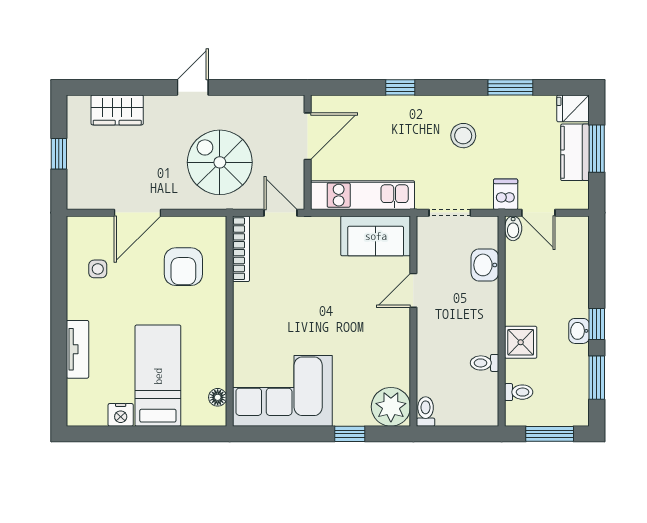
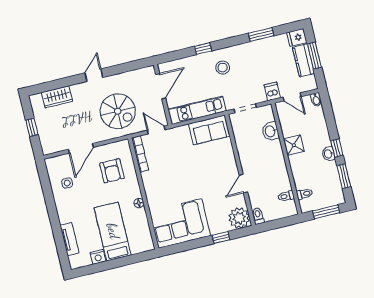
stool: (463, 136) -> (223, 68), moved
spiral stairs: (220, 162) -> (118, 111), turned 180
bidet: (513, 228) -> (316, 100), moved
door: (413, 290) -> (243, 184), moved
shower: (521, 342) -> (294, 145), moved
tv unit: (77, 349) -> (70, 239), moved
toilet: (485, 363) -> (286, 196), moved
floor lamp: (218, 397) -> (139, 203), moved

